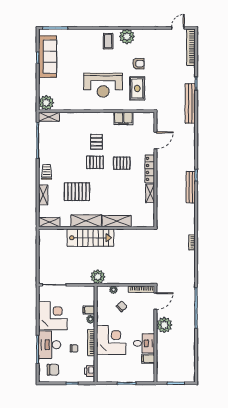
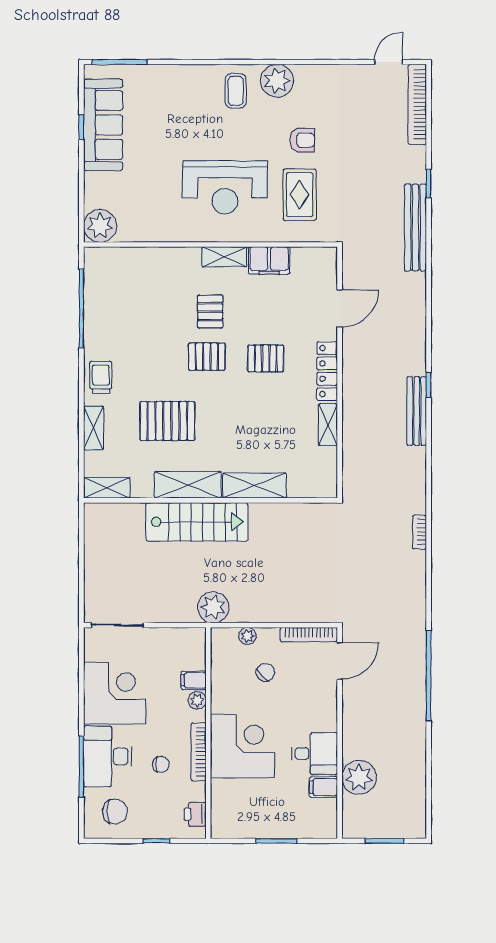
shelving: (49, 117) -> (224, 257), moved
plant: (164, 325) -> (359, 777), moved

